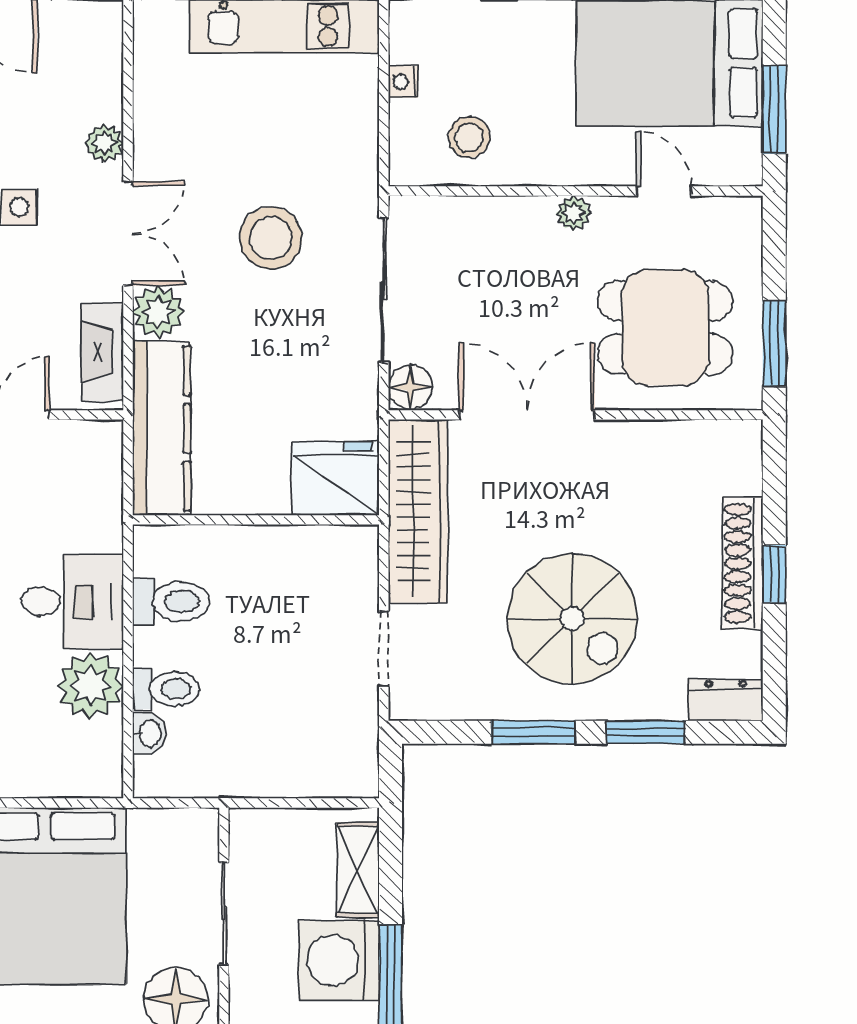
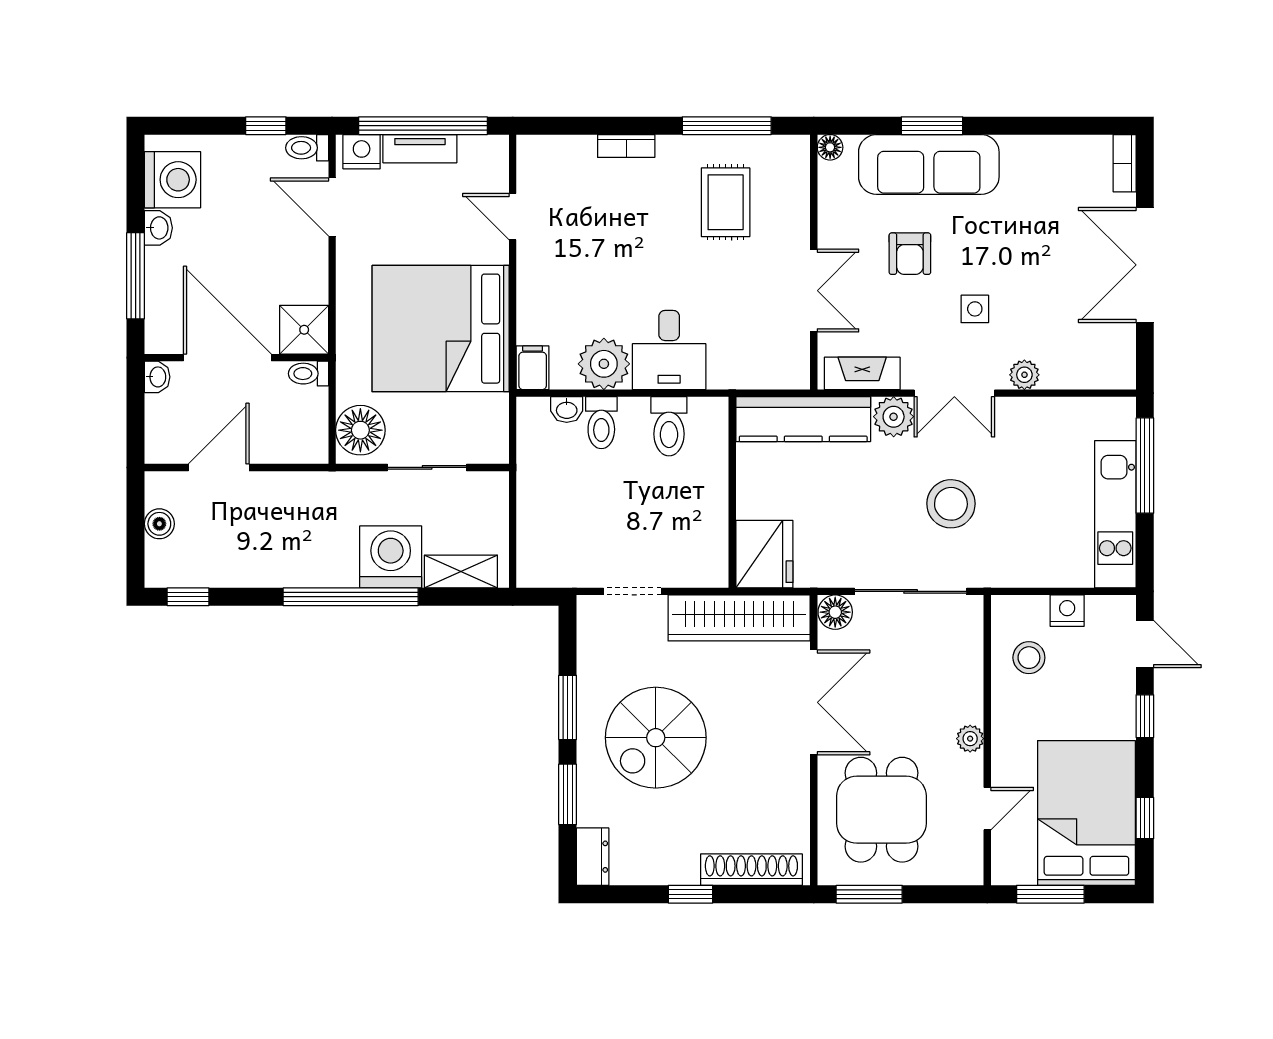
nightstand: (403, 82) -> (1067, 611), width x1.39, depth x1.35
shoe rack: (743, 563) -> (751, 870), moved
filing cabinet: (95, 777) -> (533, 368), added

